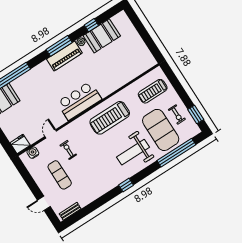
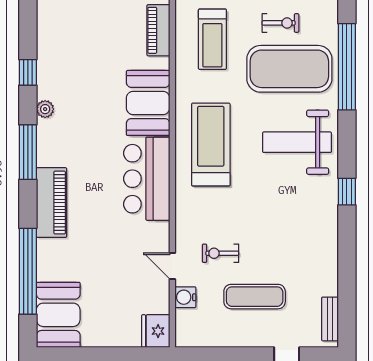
booth: (102, 36) -> (148, 103), moved
piano: (64, 56) -> (51, 203), moved
piano: (142, 67) -> (158, 30), added
treadmill: (110, 118) -> (211, 145), turned 180
weight bench: (133, 152) -> (297, 142), turned 90
water cooler: (33, 153) -> (185, 297), moved

